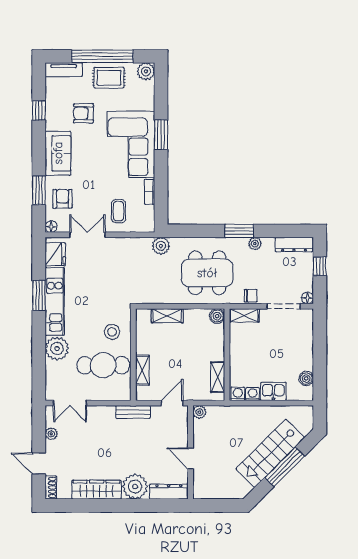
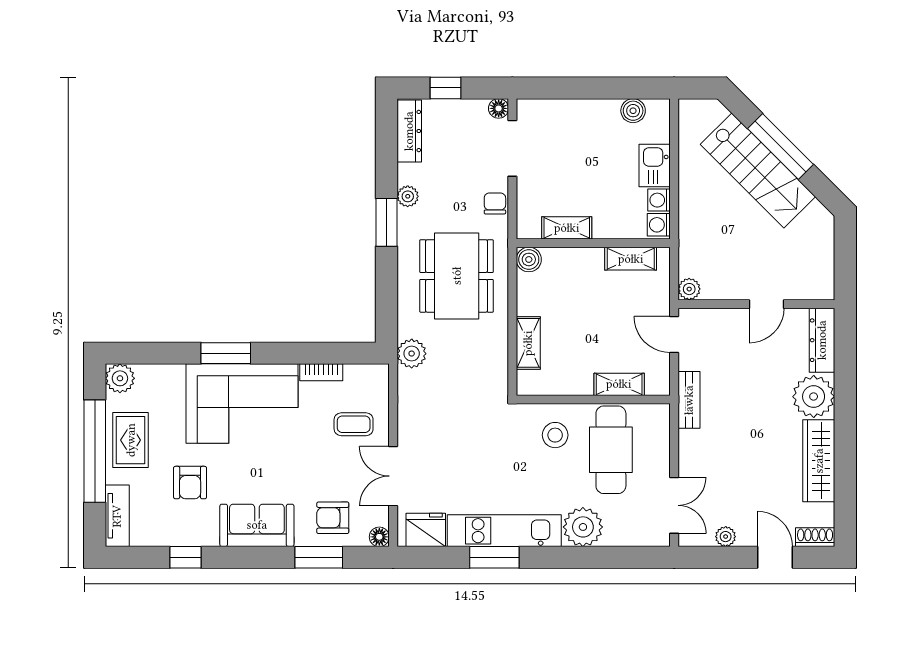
shelving: (244, 315) -> (567, 228), moved, turned 90
door: (39, 463) -> (775, 557), swing flipped

